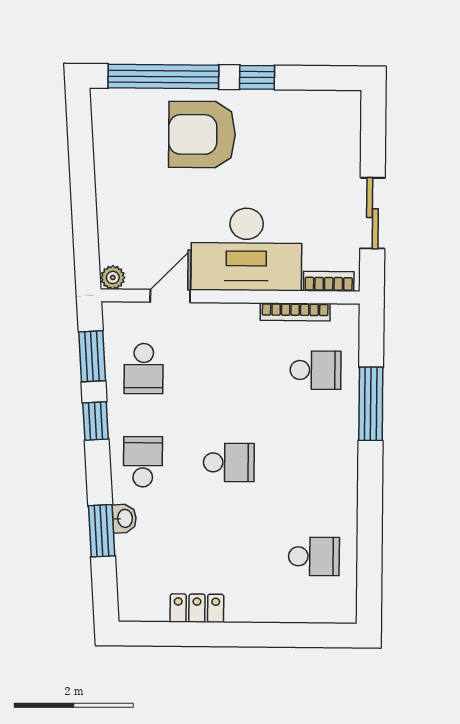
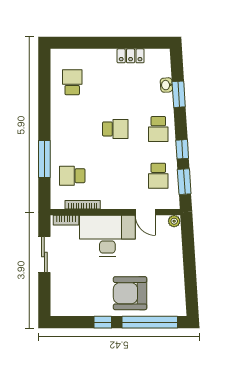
armchair: (202, 134) -> (130, 293), turned 180
door: (170, 296) -> (145, 212), hinge flipped
school desk: (144, 369) -> (158, 176), turned 180
school desk: (229, 462) -> (115, 129), turned 180
washbasin: (124, 518) -> (166, 85), moved
school desk: (314, 556) -> (72, 82), turned 90

